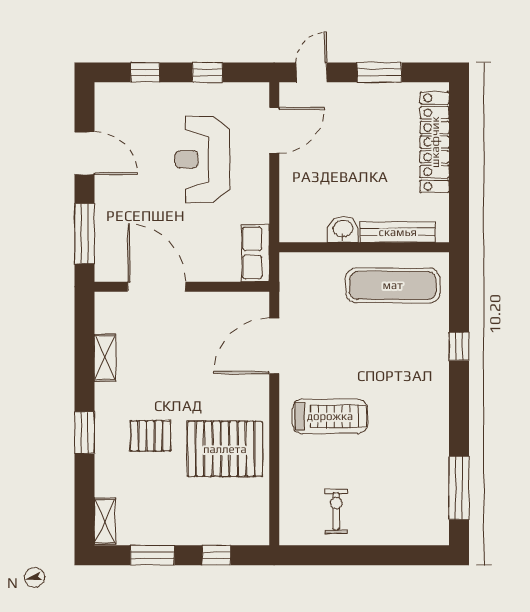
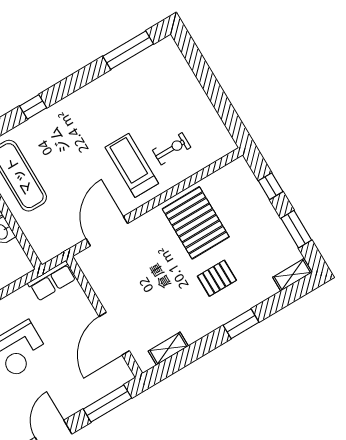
door: (274, 346) -> (107, 231), swing flipped
shelving: (105, 358) -> (168, 349), moved
pallet: (150, 436) -> (217, 278), turned 90
exercise bike: (336, 511) -> (172, 149), moved, turned 180

